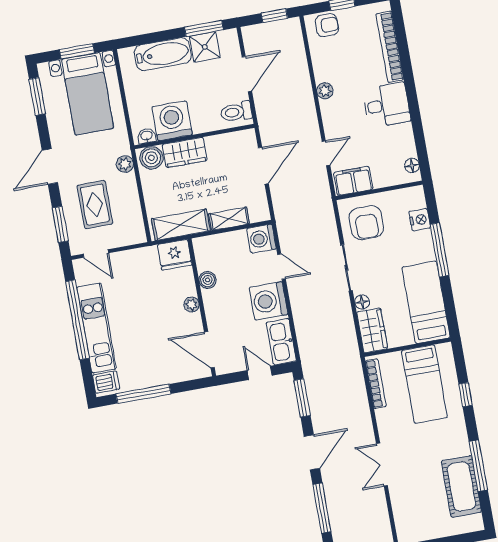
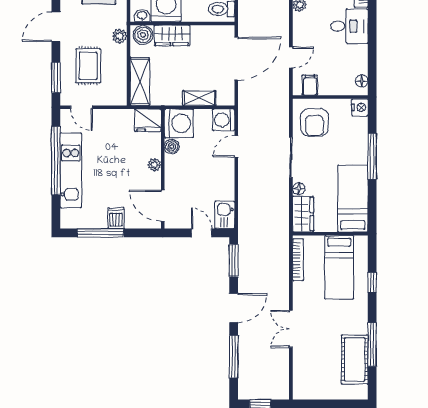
door: (263, 166) -> (236, 59), width x1.36
filing cabinet: (353, 181) -> (310, 85), width x0.50
nightstand: (420, 220) -> (360, 107), moved
shelving: (181, 225) -> (140, 82), moved, turned 90
door: (281, 266) -> (236, 146), swing flipped
washing machine: (269, 301) -> (179, 123), moved, turned 180
kitchen sink: (281, 342) -> (225, 215), width x0.73
dishwasher: (106, 382) -> (116, 218), moved, turned -90

